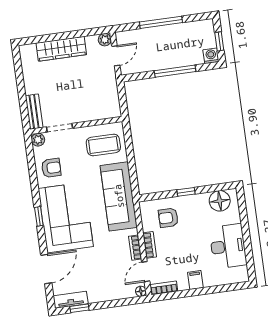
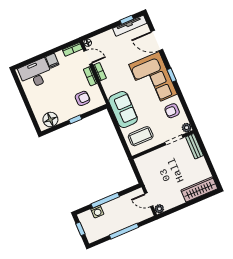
wardrobe: (61, 49) -> (199, 189), moved
door: (116, 56) -> (149, 200), hinge flipped
washing machine: (211, 56) -> (97, 212), moved
sofa: (119, 196) -> (123, 110), width x0.73
desk: (228, 246) -> (35, 74), moved, turned 90
door: (46, 269) -> (157, 40), hinge flipped
door: (146, 272) -> (88, 57), hinge flipped
tv unit: (71, 300) -> (130, 26), width x1.41

